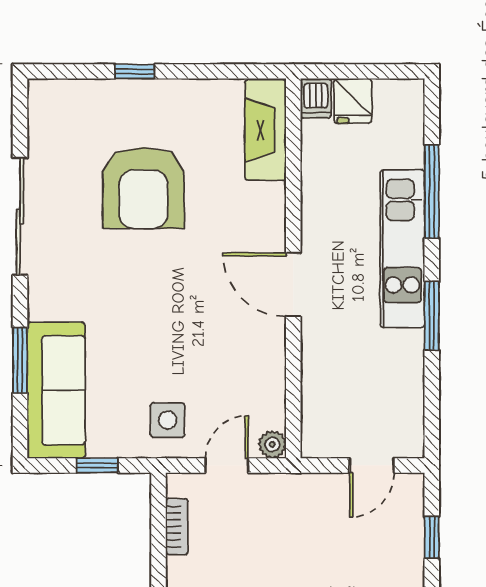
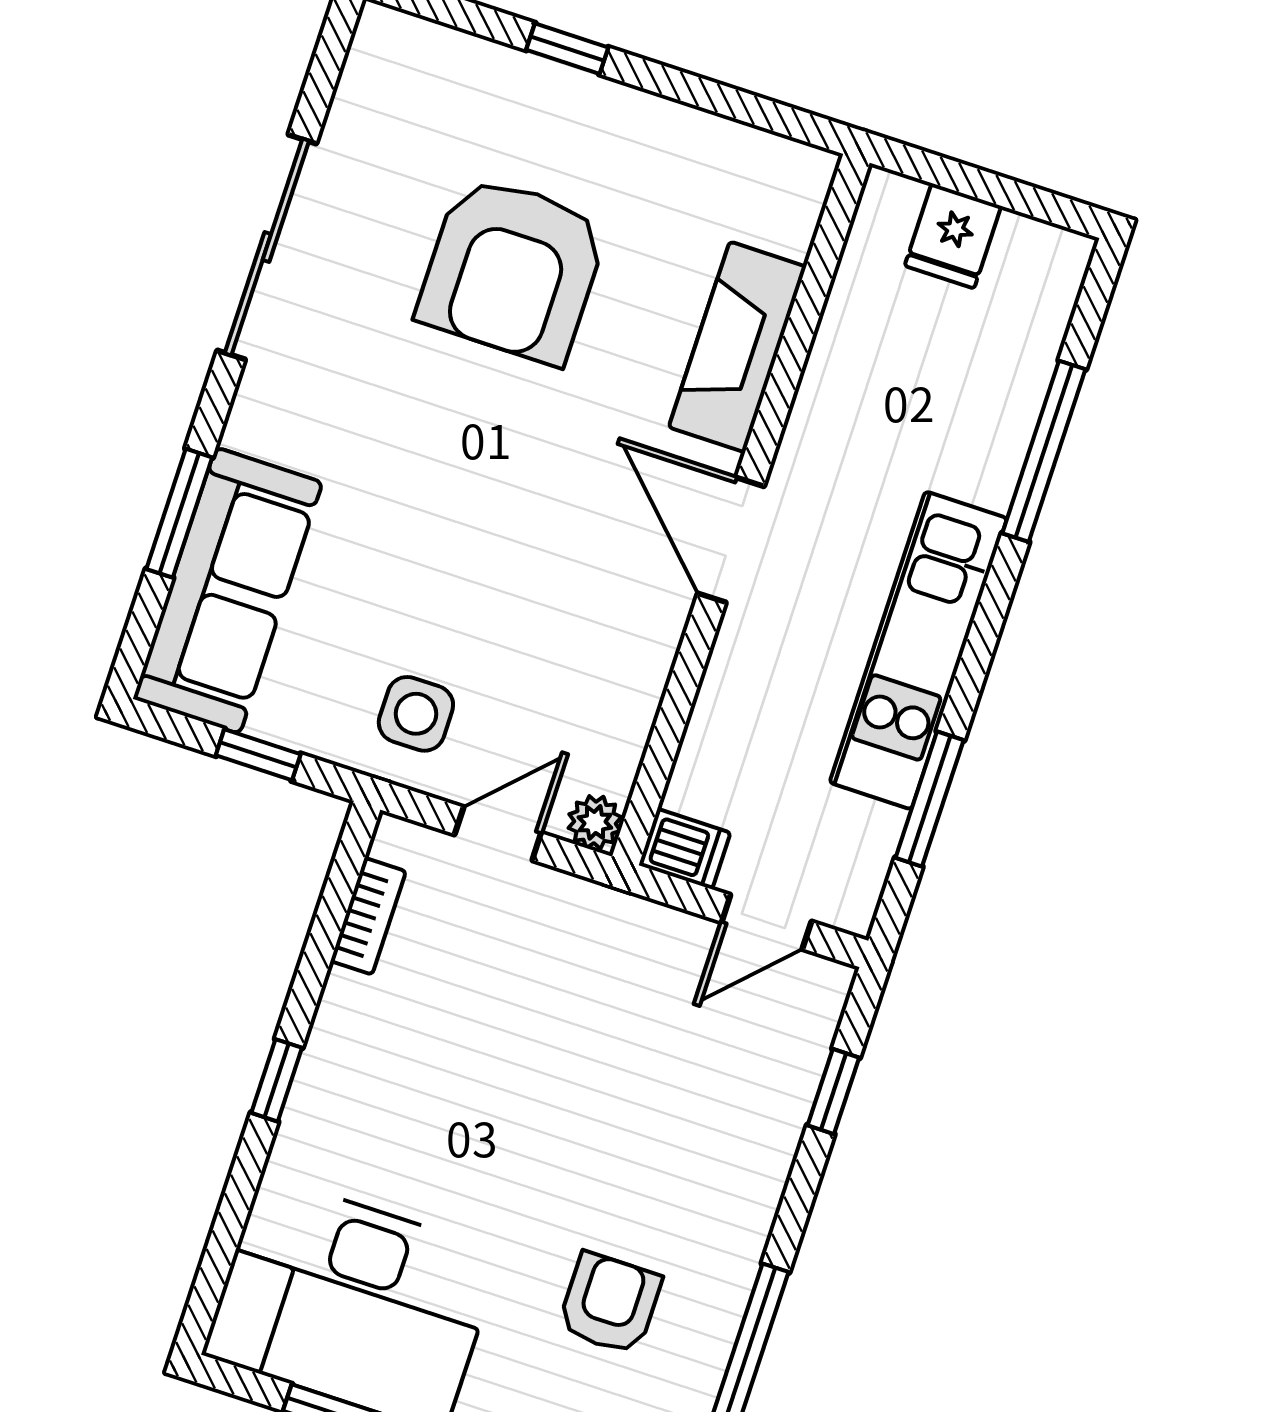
dishwasher: (316, 98) -> (685, 849), moved, turned -90
fireplace: (266, 130) -> (737, 347), moved
kitchen unit: (402, 249) -> (918, 650), moved
window: (432, 316) -> (930, 799), moved

